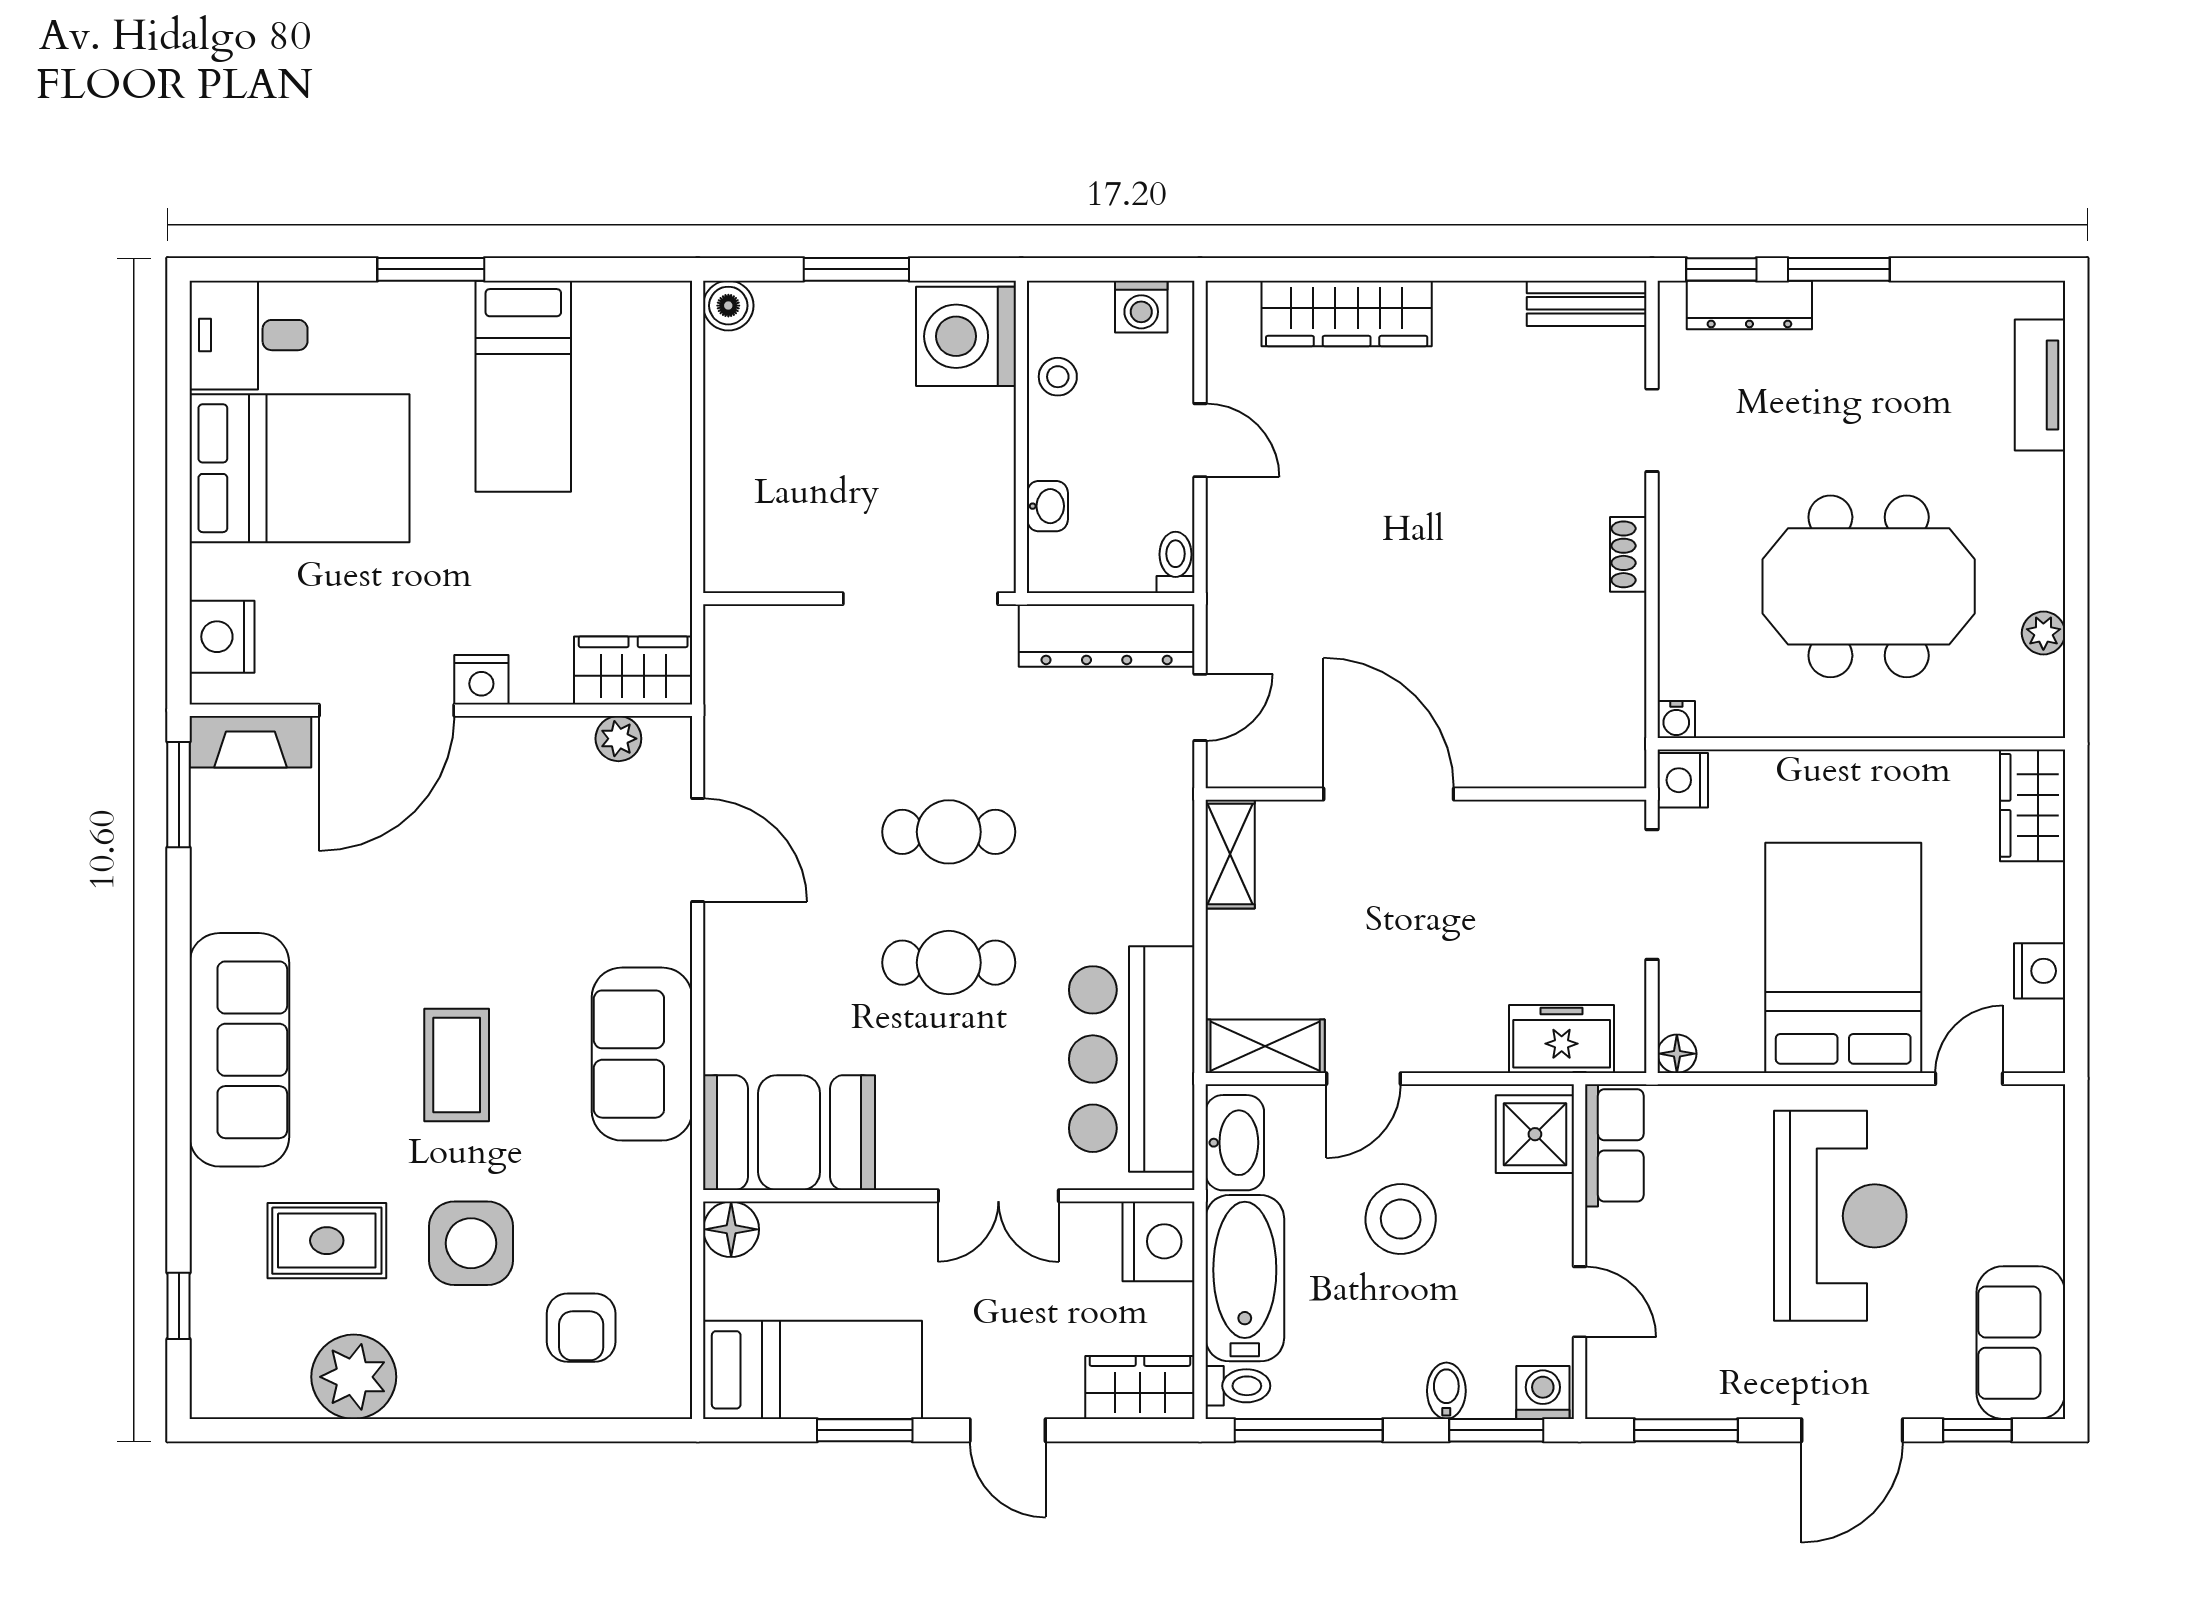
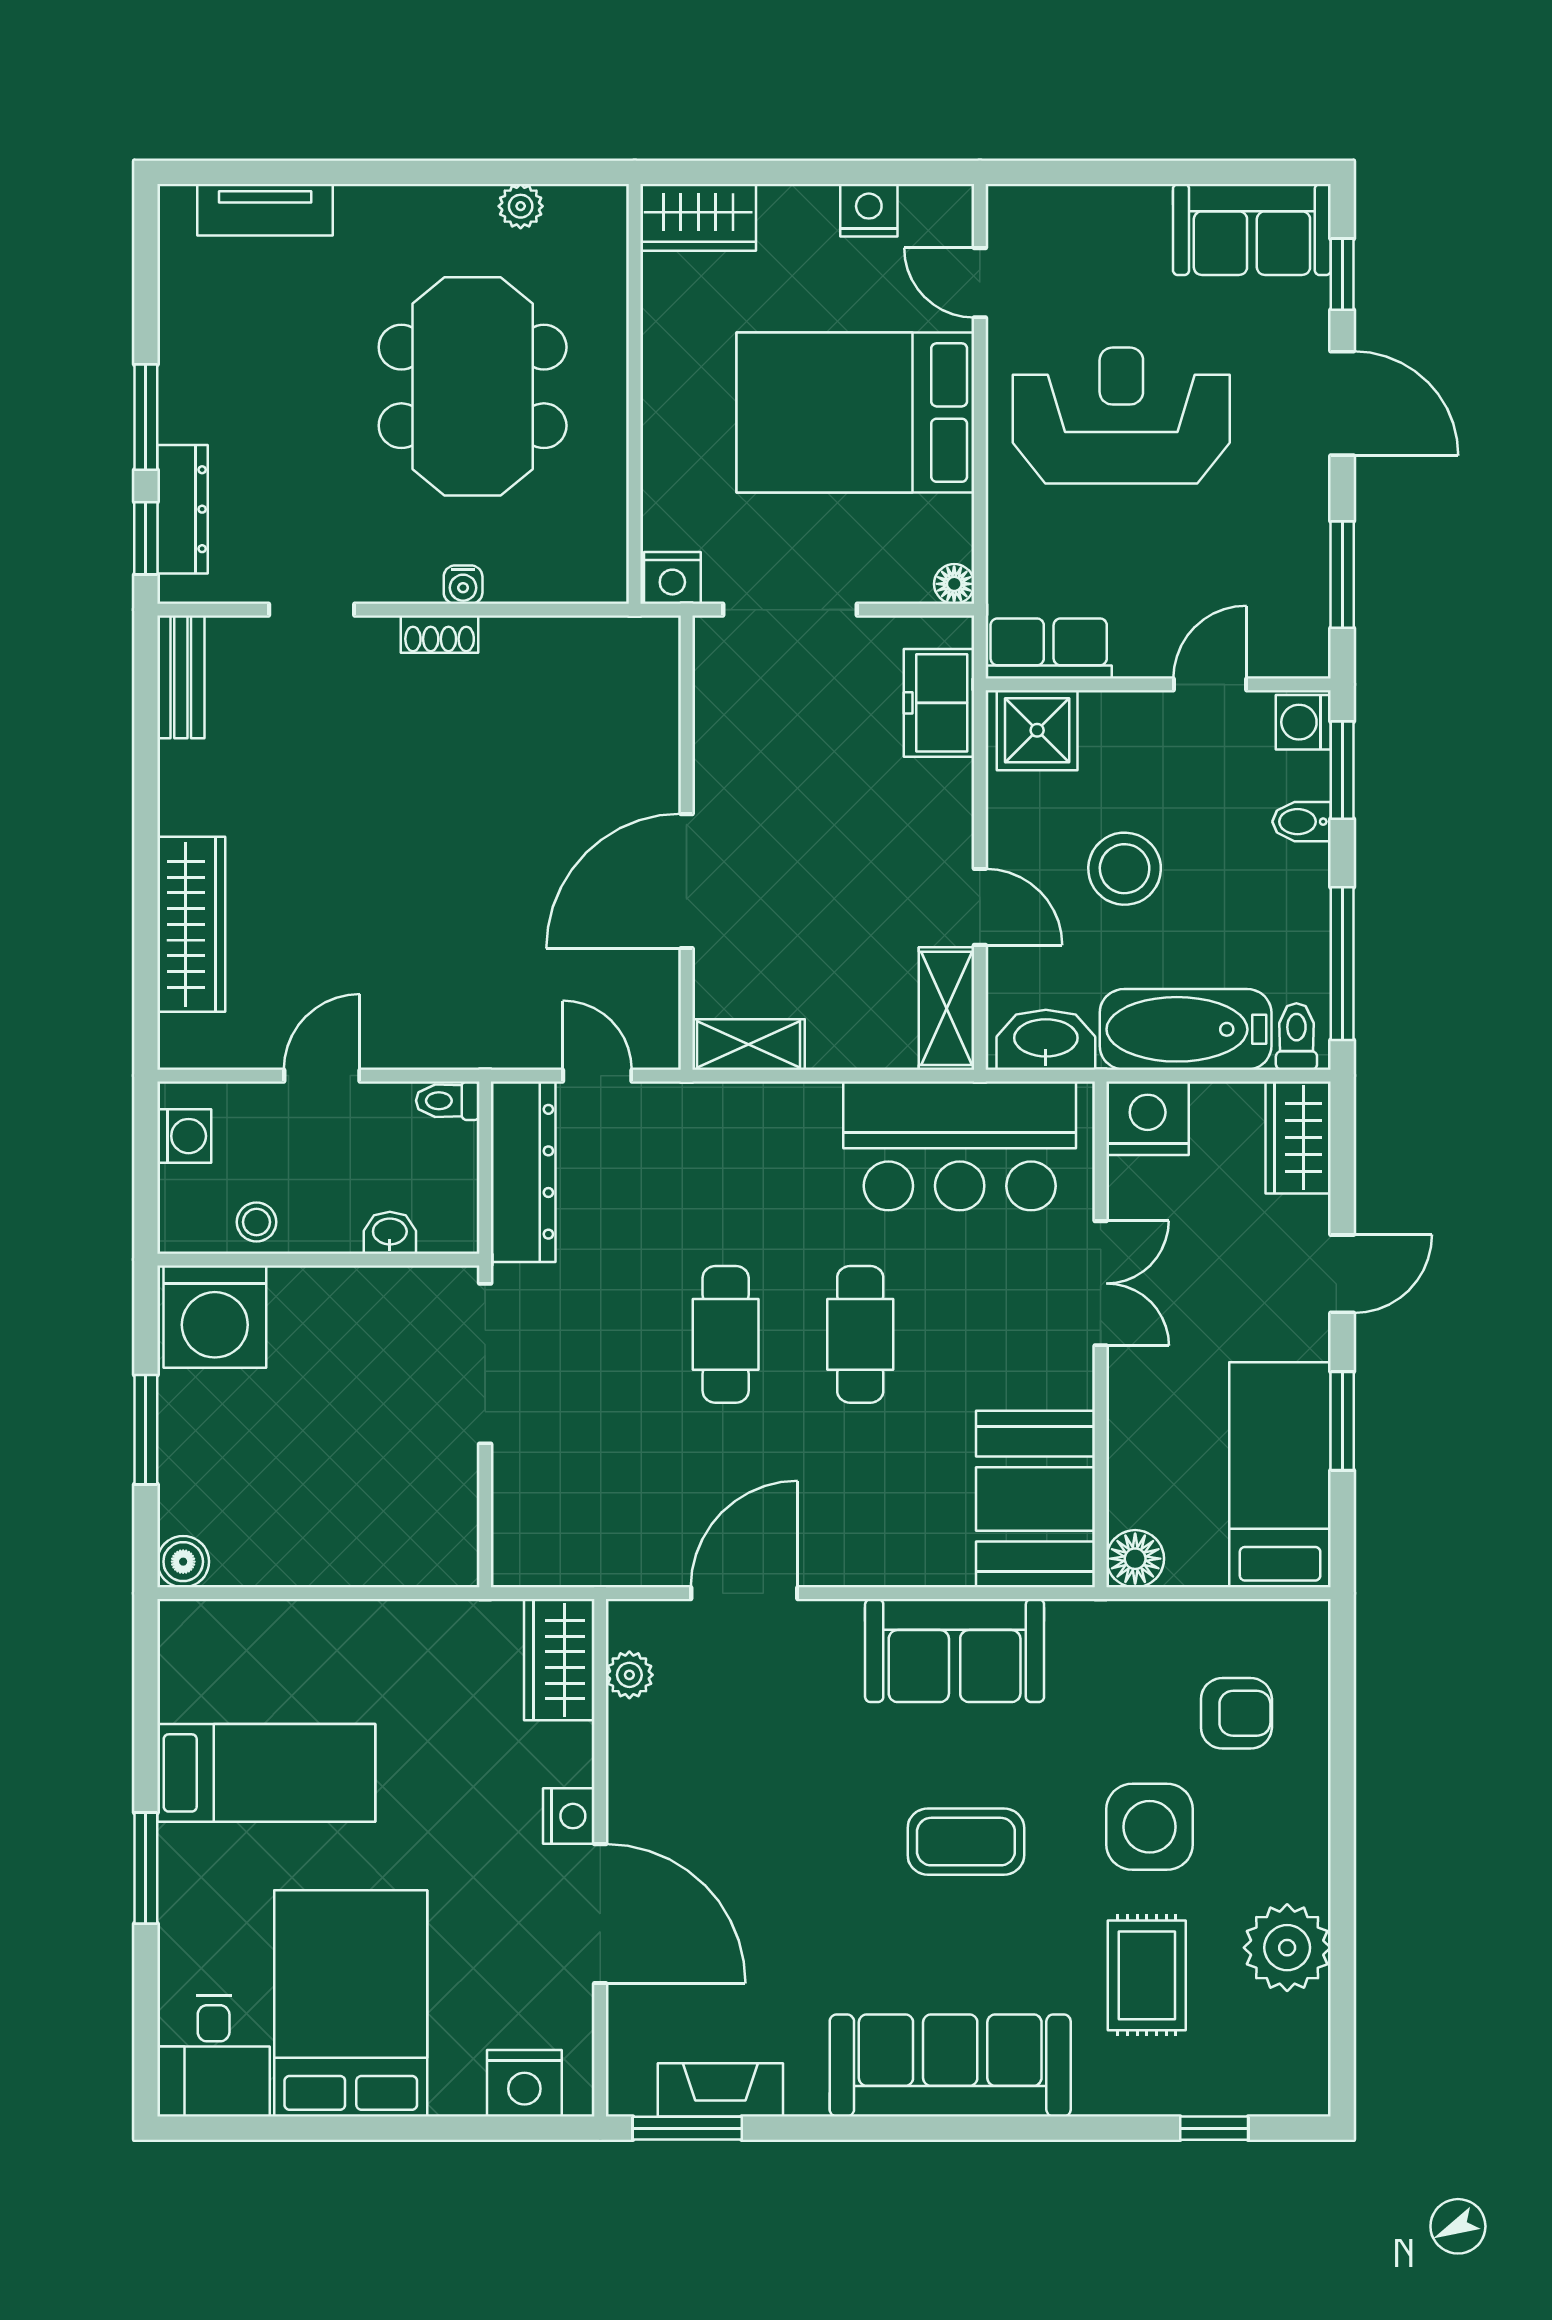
water cooler: (1676, 719) -> (463, 585), moved, turned 90
fireplace: (250, 742) -> (720, 2090), moved, turned -90

